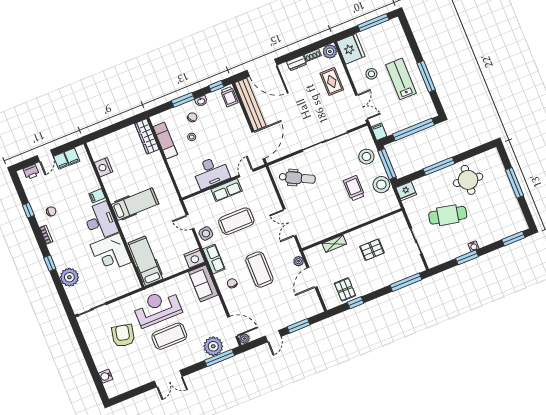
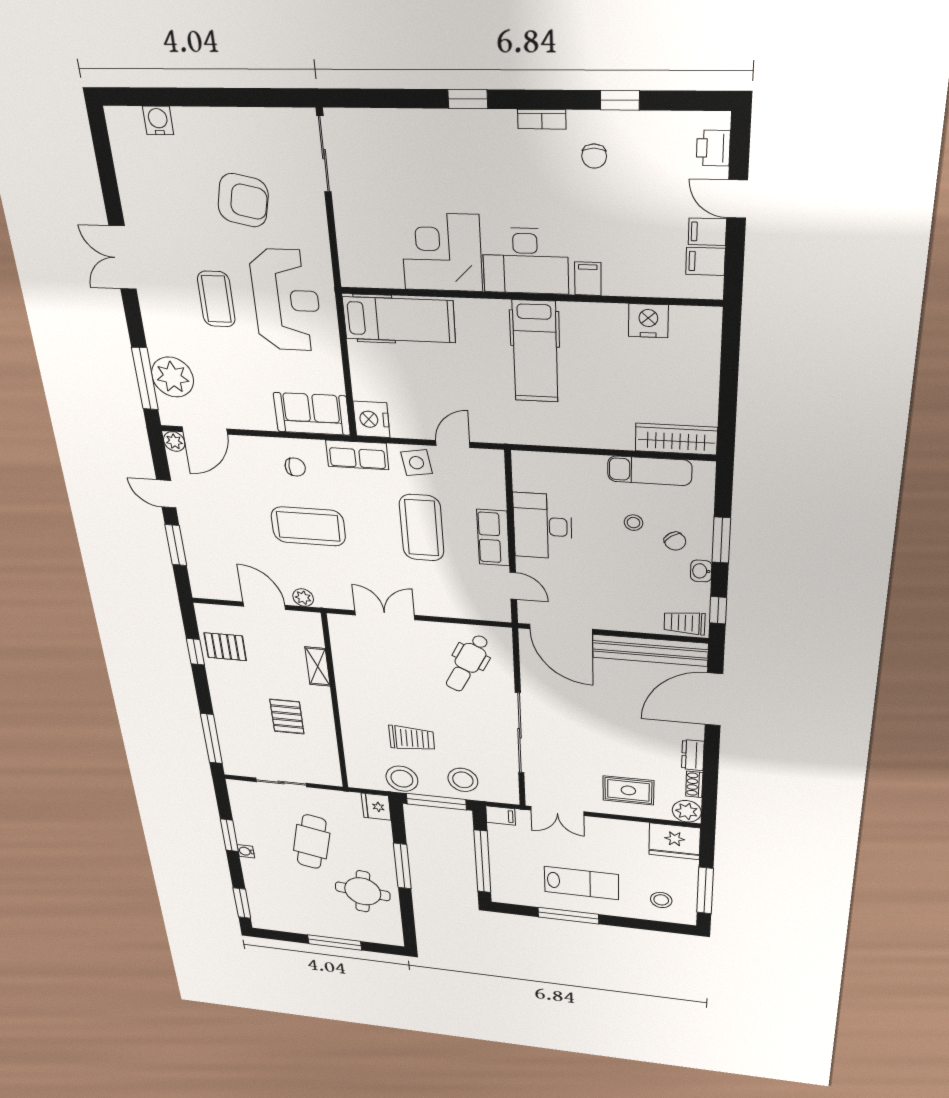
stool: (371, 74) -> (661, 900), moved
plant: (69, 277) -> (418, 133), removed
coffee table: (169, 336) -> (216, 299), width x0.73, depth x0.76

